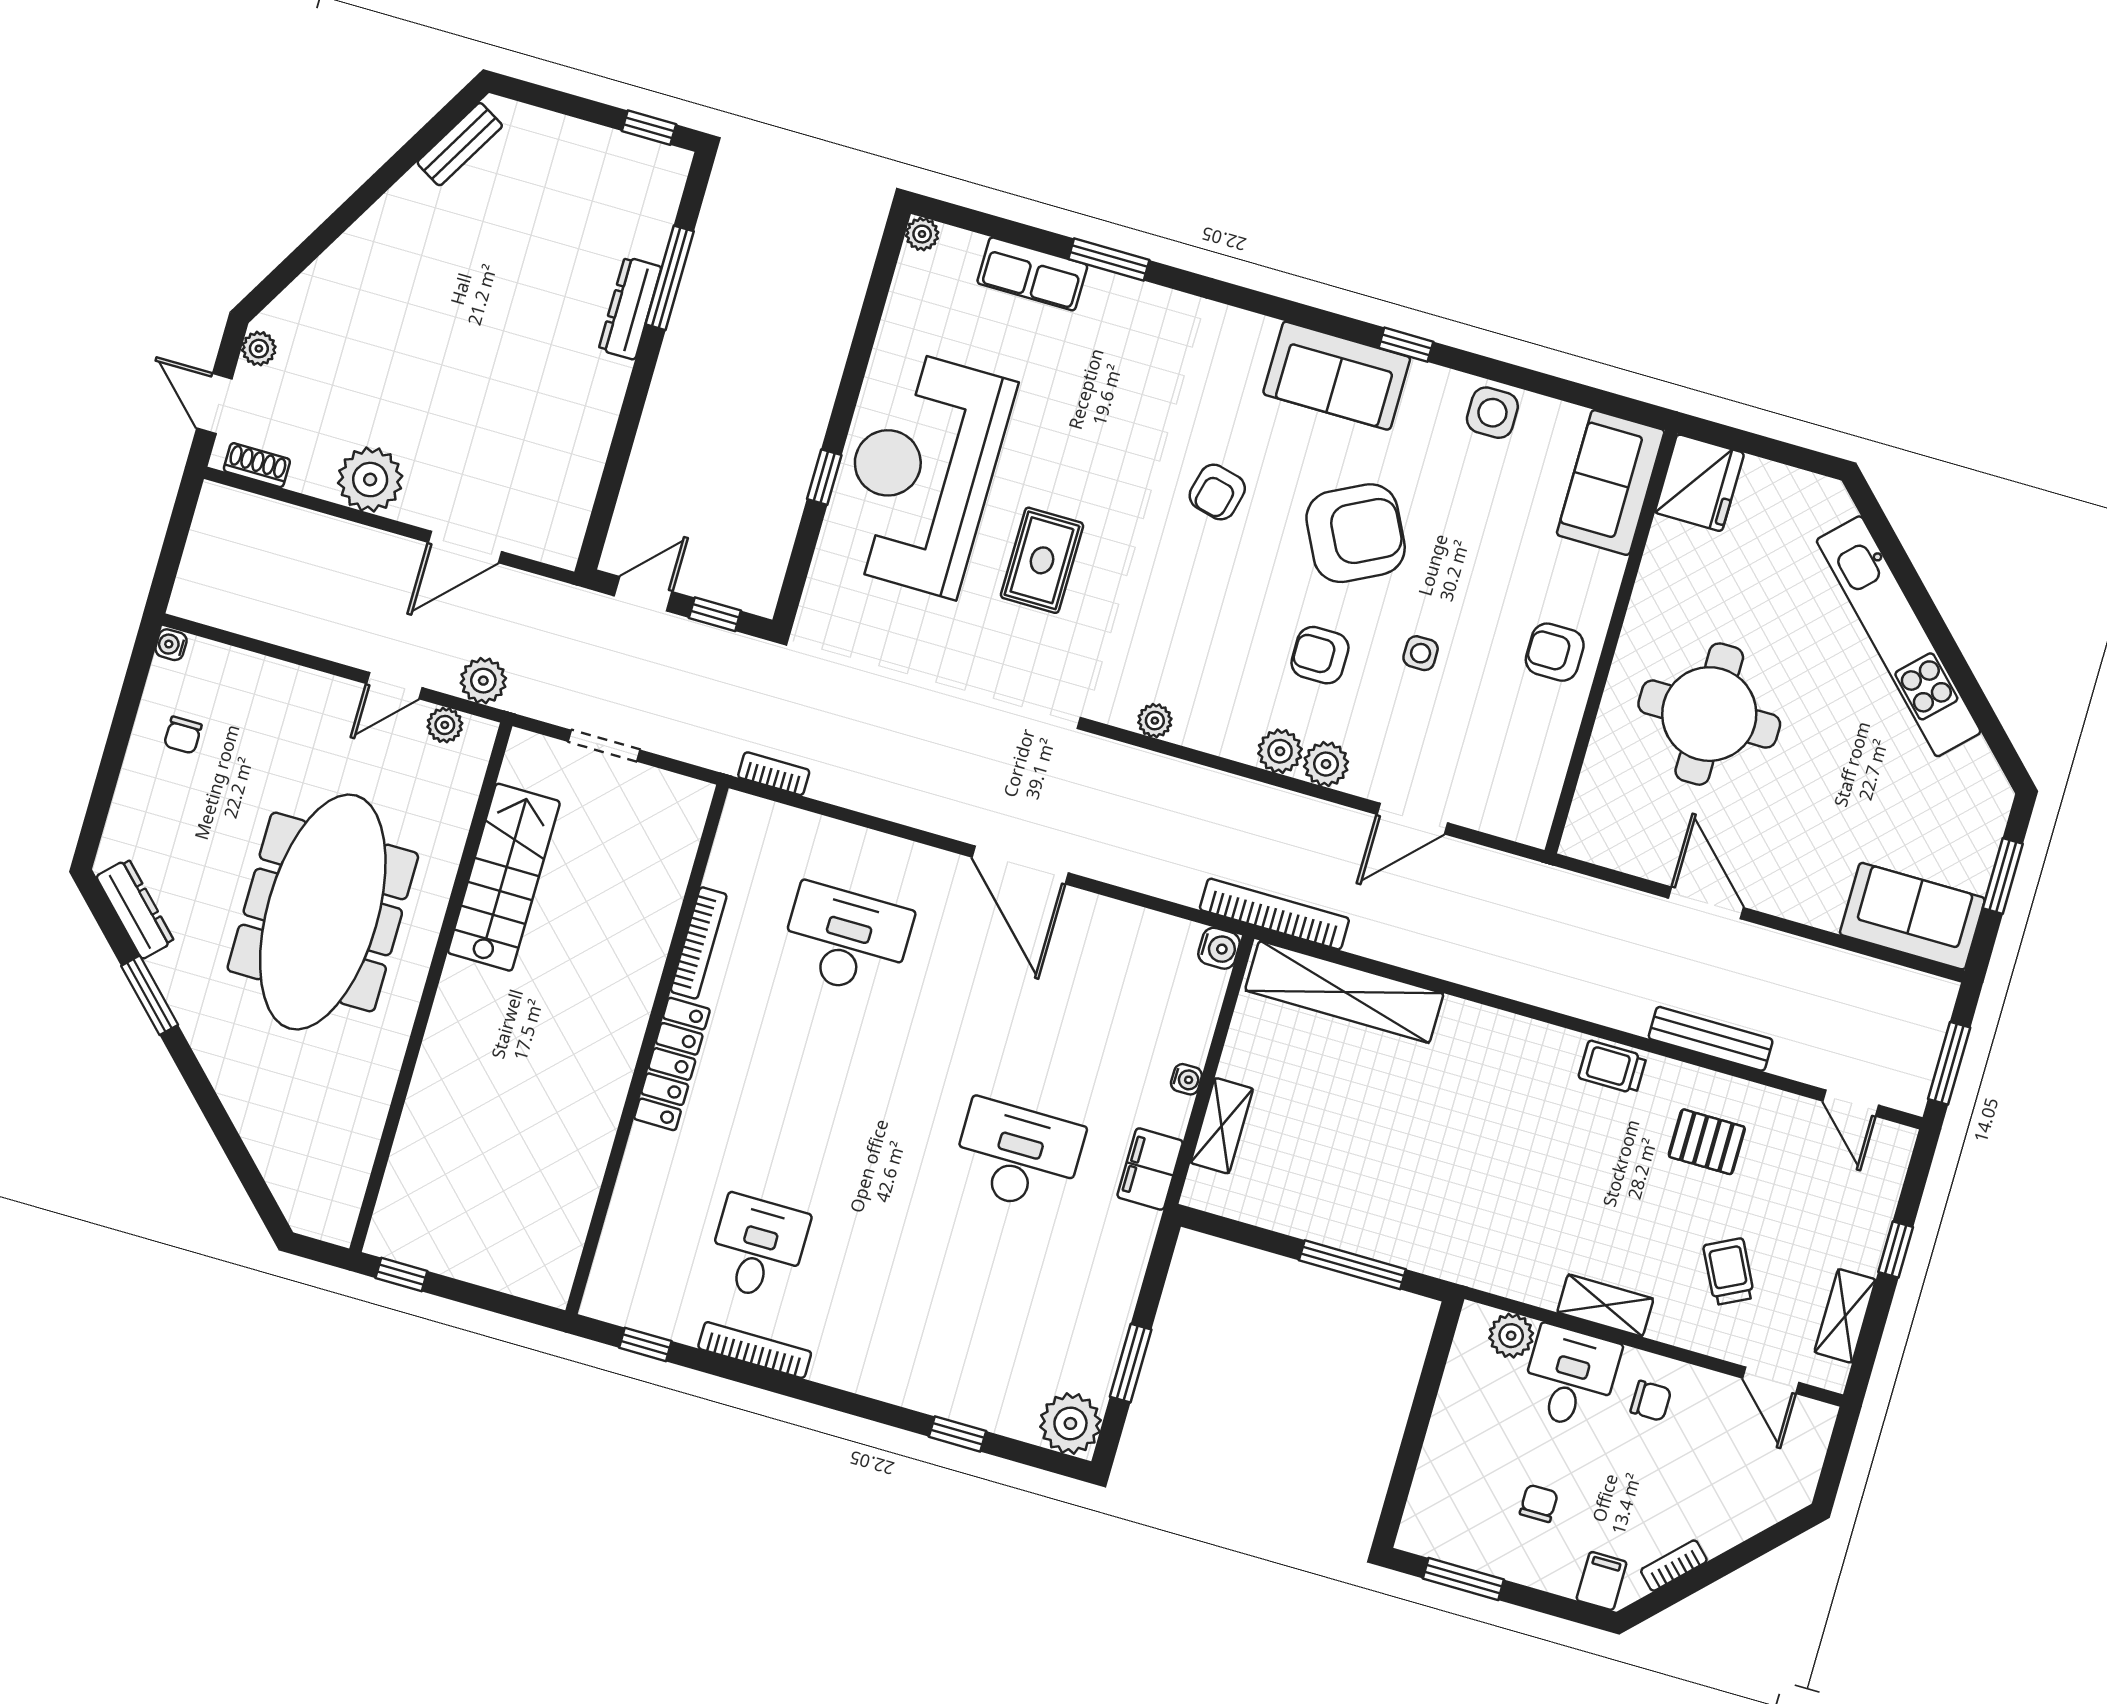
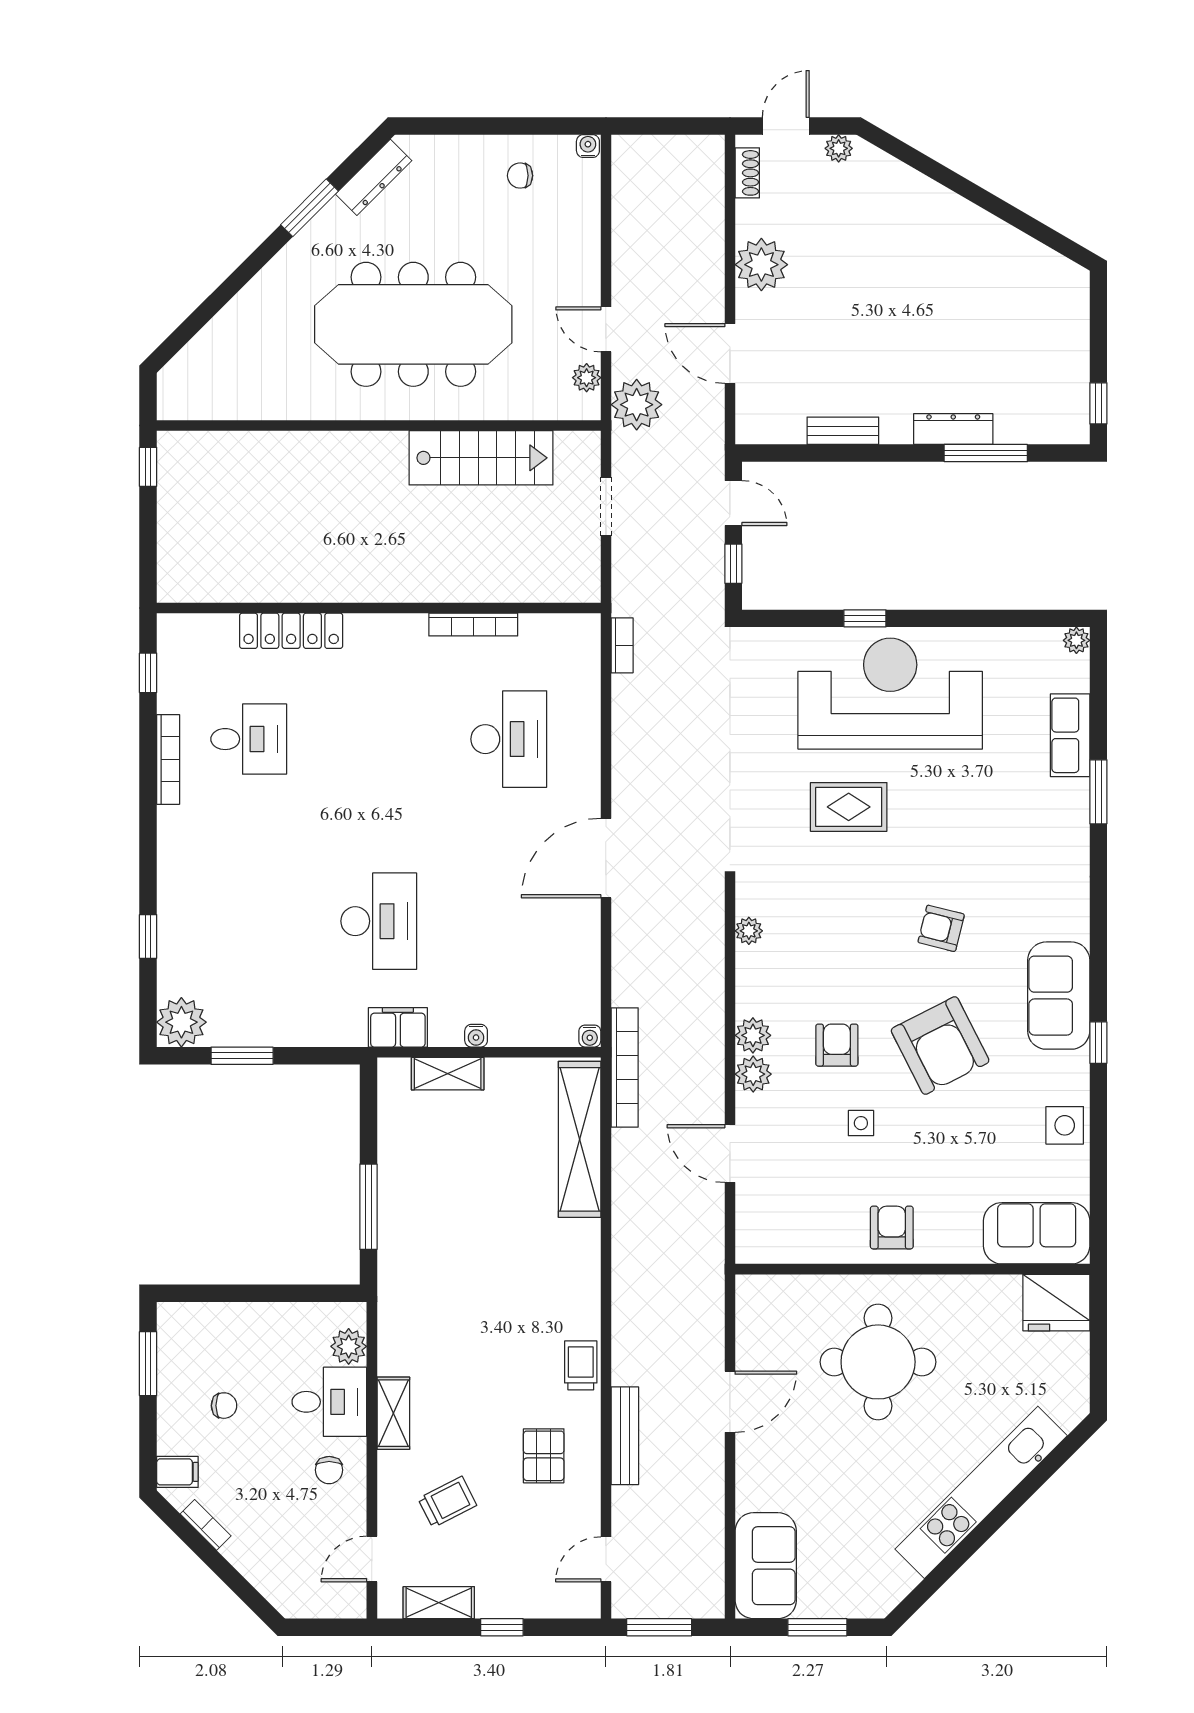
bench: (460, 144) -> (843, 431), moved, turned -30
plant: (483, 681) -> (637, 405), width x1.36, depth x1.36
water cooler: (1219, 948) -> (590, 1036), width x0.72, depth x0.72
locker: (672, 1064) -> (291, 631), moved

